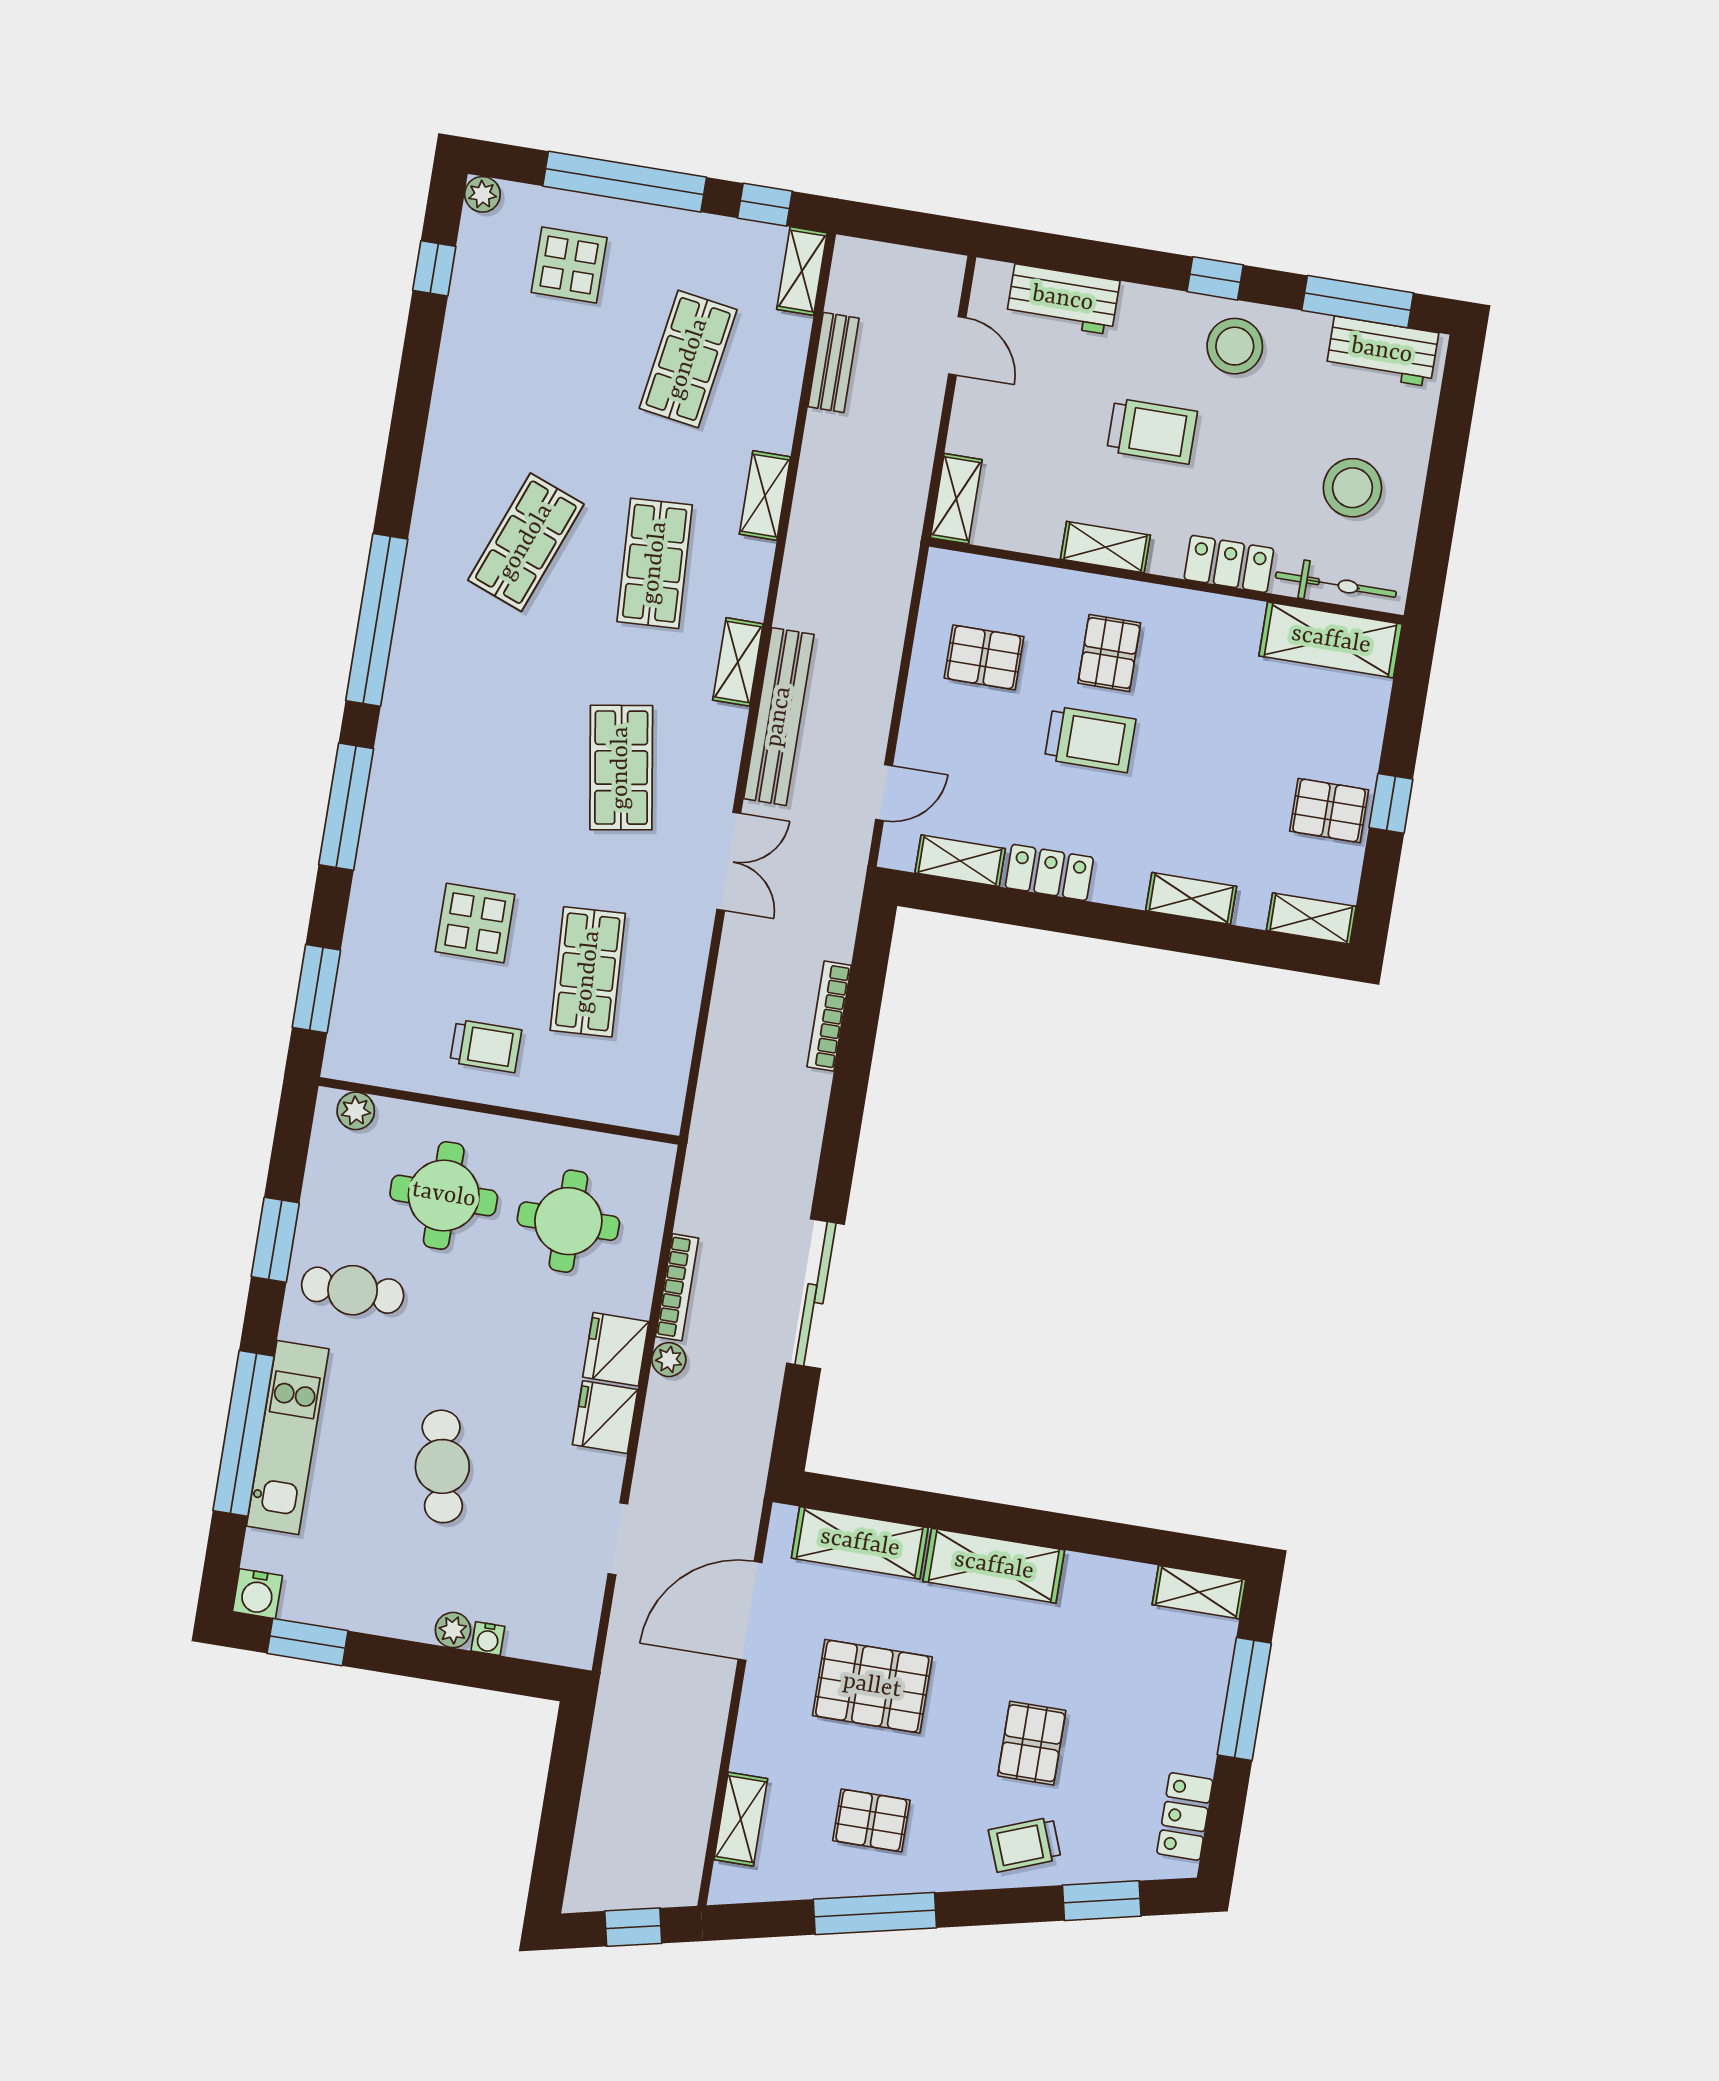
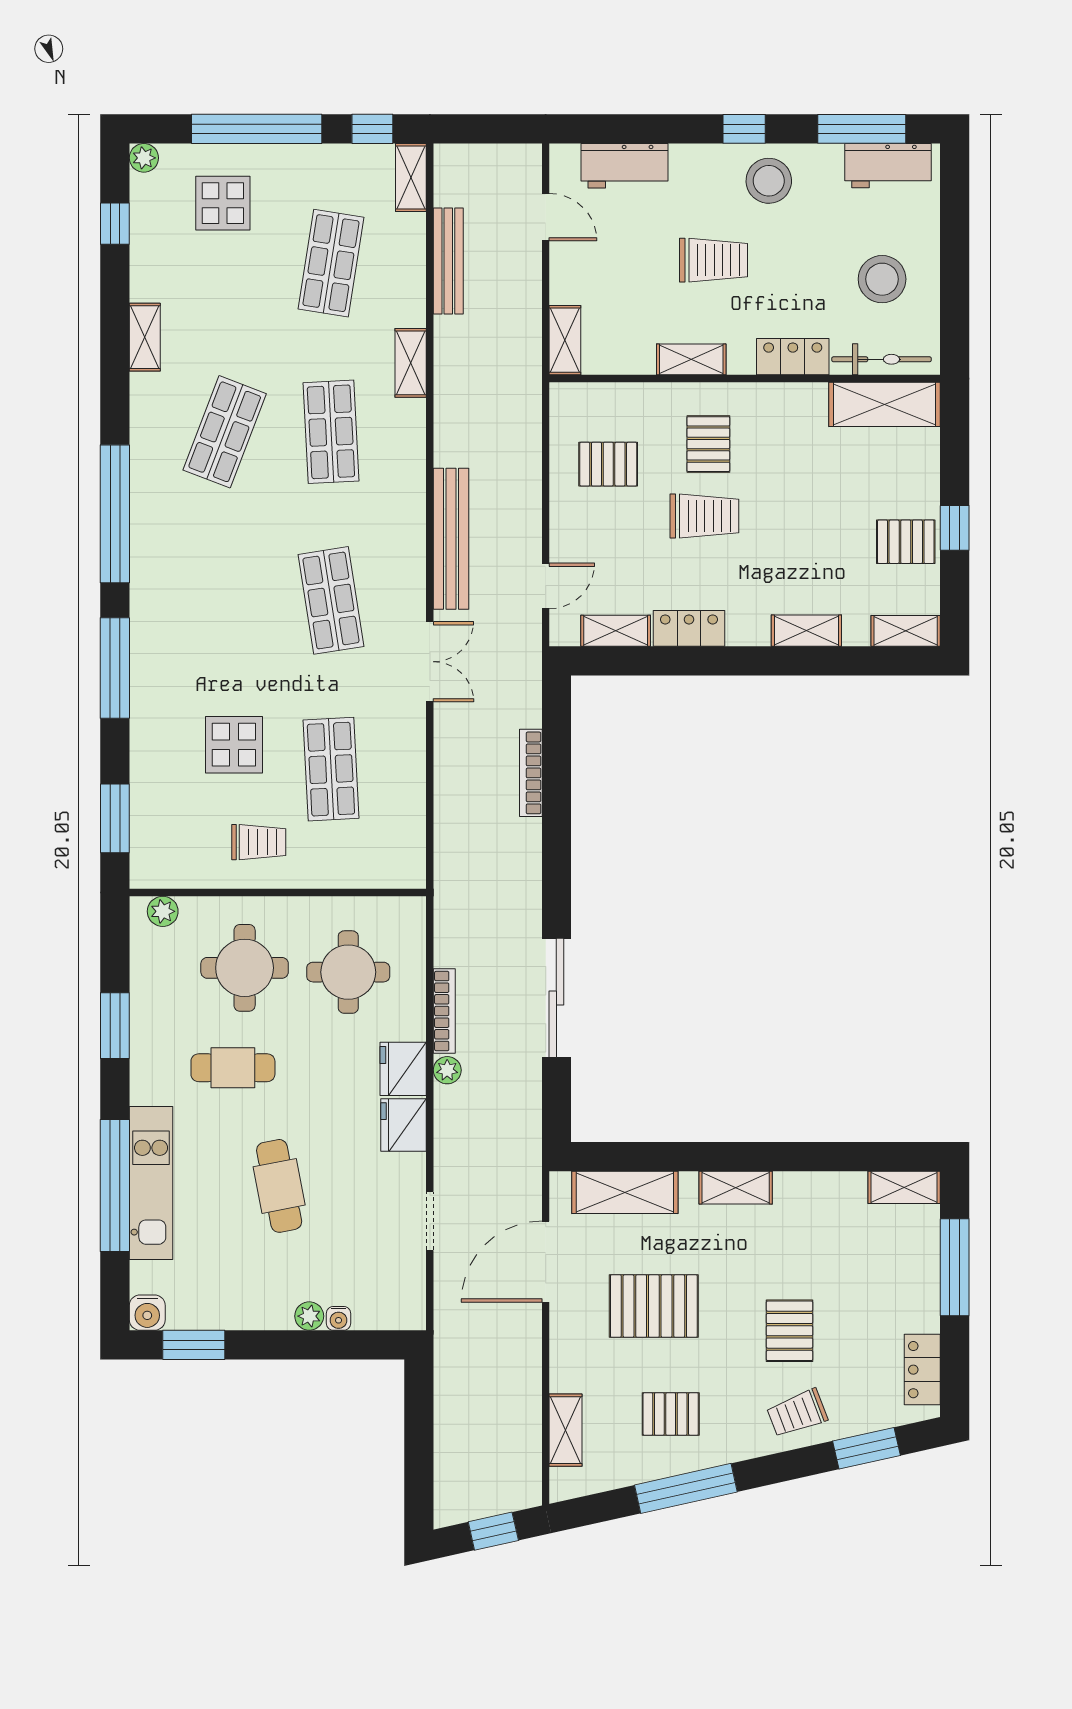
bench: (833, 362) -> (448, 261), width x1.36
shelving: (738, 662) -> (145, 337), moved
cafe table: (353, 1290) -> (233, 1068), moved
shelving: (994, 1566) -> (736, 1188), width x0.67, depth x0.75

